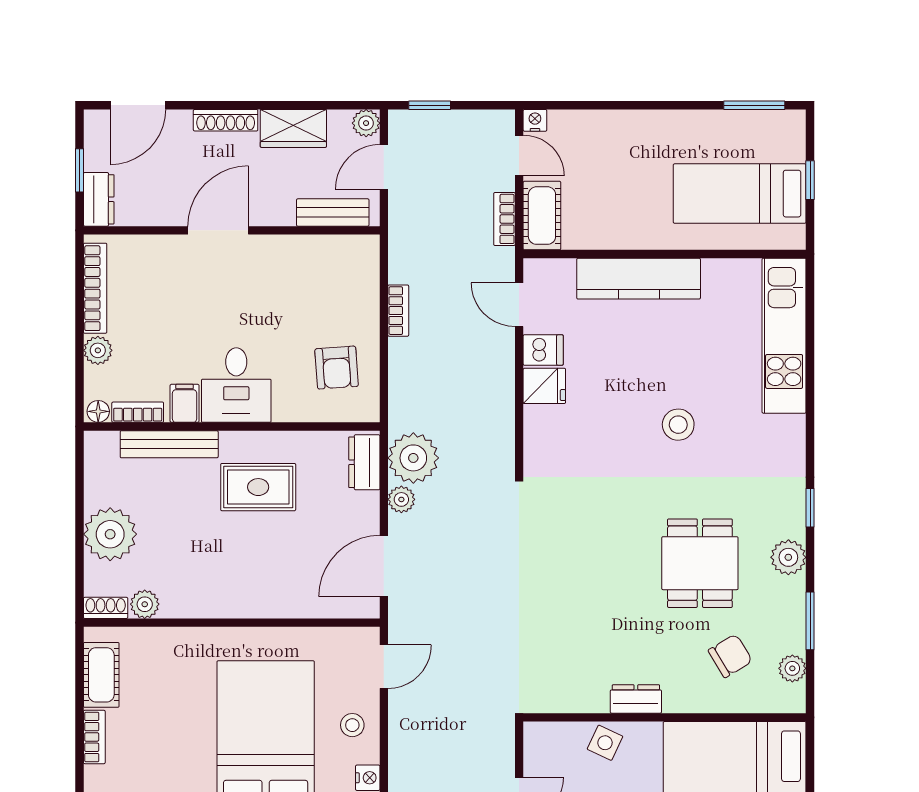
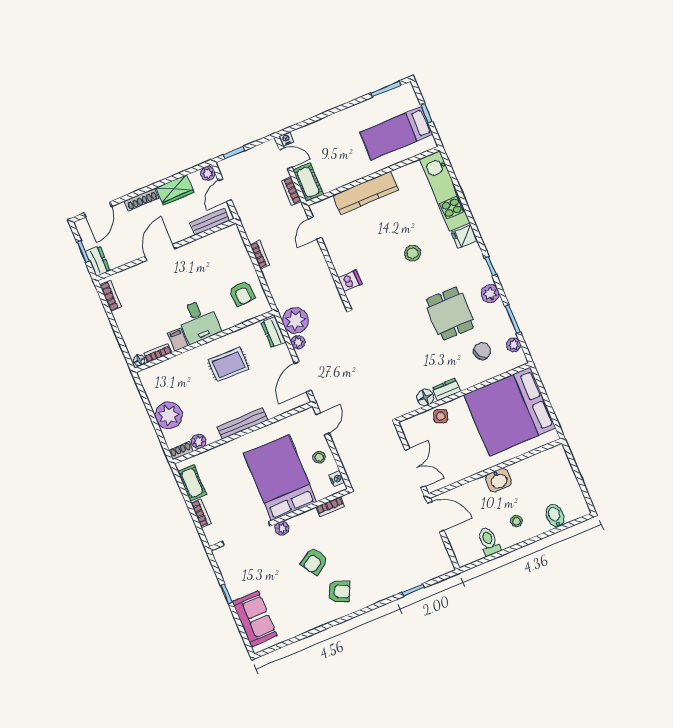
bookcase: (95, 288) -> (110, 296), width x0.64
door: (519, 305) -> (315, 228), hinge flipped
plant: (98, 350) -> (127, 332), removed
dishwasher: (543, 350) -> (350, 281), moved
fridge: (544, 386) -> (464, 237), moved, turned 180
bench: (169, 444) -> (242, 423), moved
floor lamp: (591, 697) -> (425, 397), added

